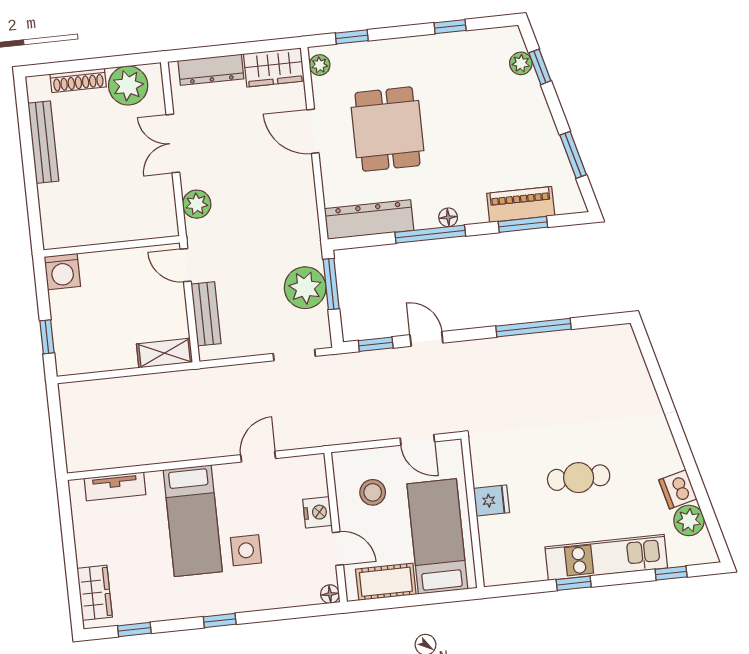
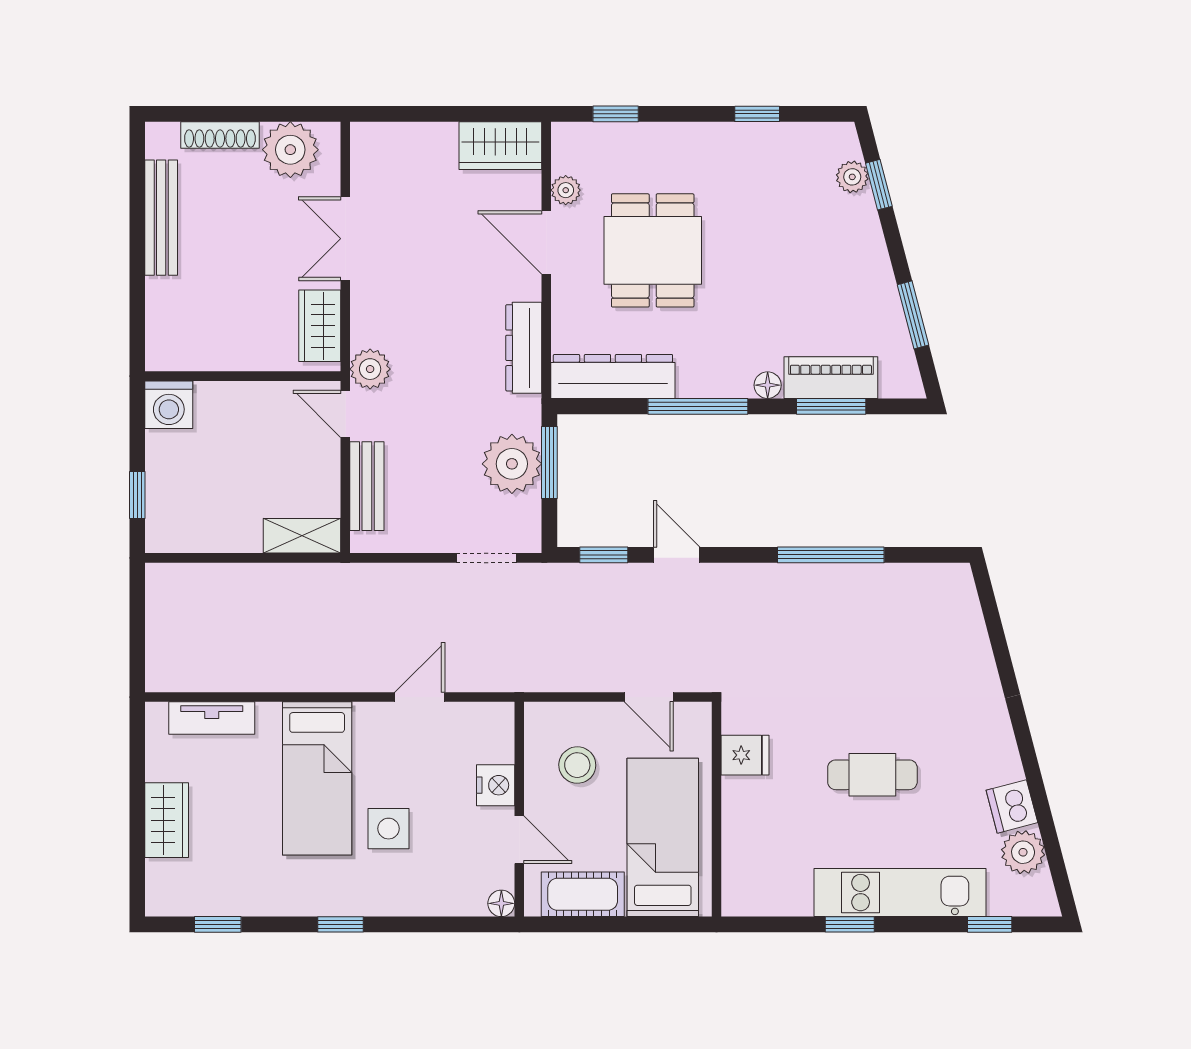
plant: (320, 65) -> (566, 190), moved
dresser: (211, 70) -> (524, 348), moved, turned 90
plant: (197, 204) -> (370, 369), moved
wardrobe: (162, 206) -> (320, 326), added
floor lamp: (448, 217) -> (768, 385), moved
fridge: (491, 500) -> (745, 755), moved
wardrobe: (95, 593) -> (167, 820), moved

